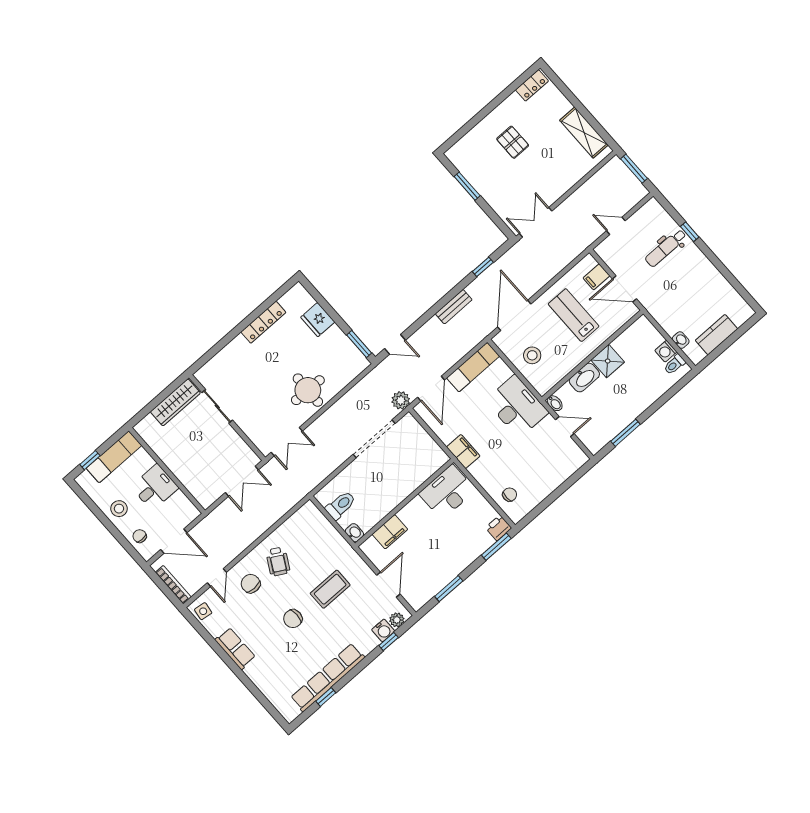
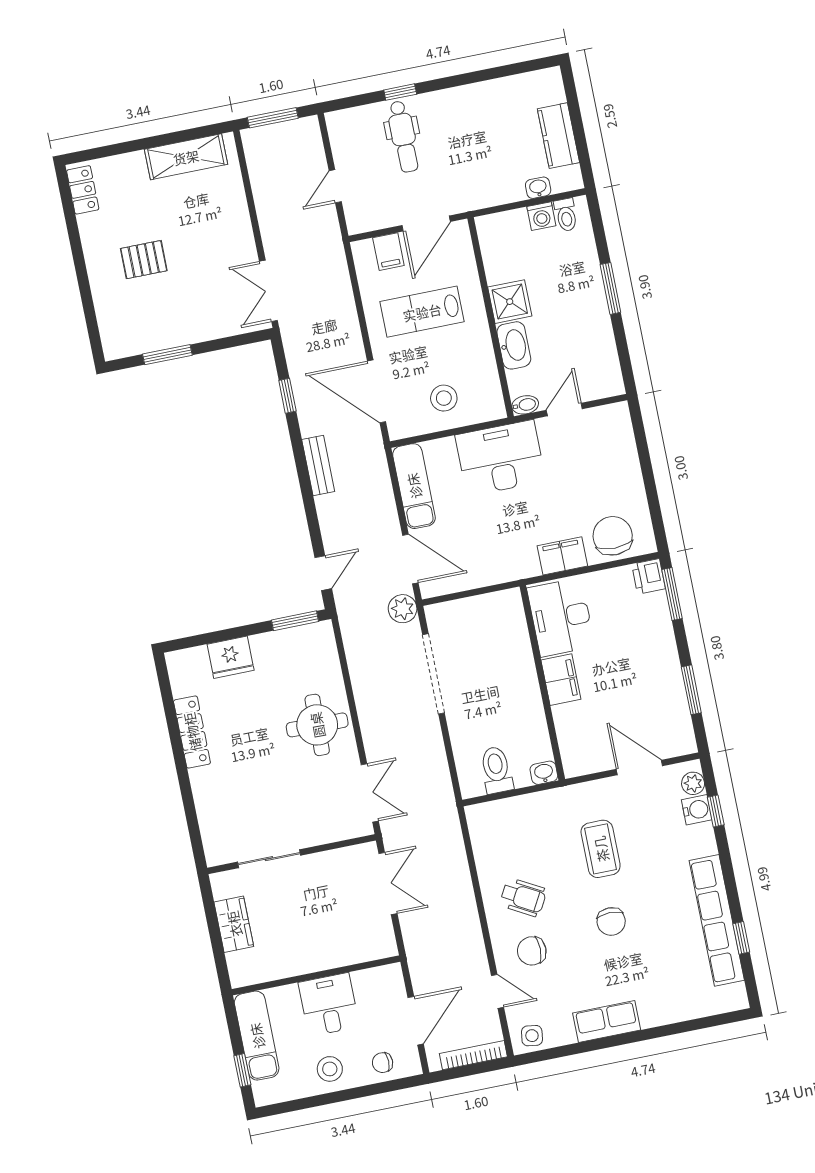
wardrobe: (175, 402) -> (234, 924), width x0.67
window: (625, 433) -> (610, 288), moved
filing cabinet: (463, 451) -> (562, 556), moved
chair: (510, 495) -> (613, 536), width x1.87, depth x1.87
filing cabinet: (390, 532) -> (561, 680), moved

